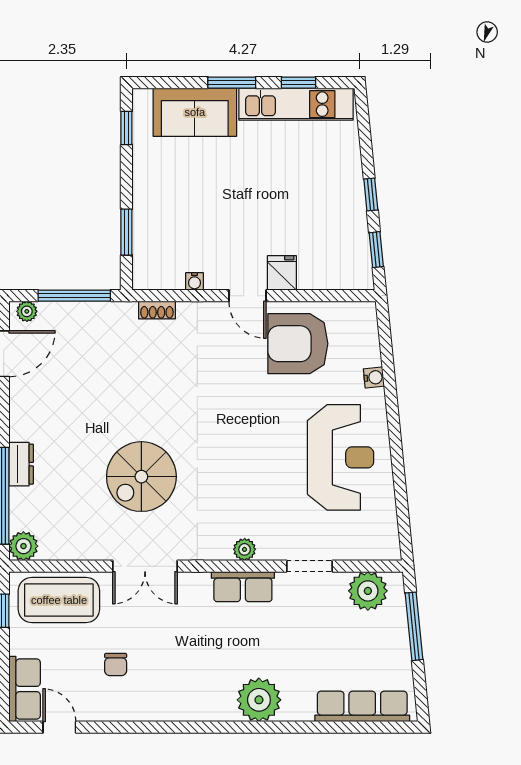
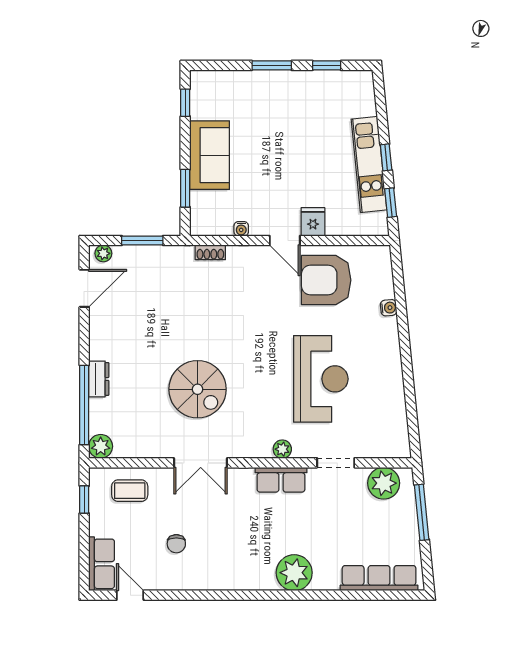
kitchen unit: (296, 104) -> (369, 165), moved, turned 84
sofa: (195, 112) -> (210, 155), moved, turned -90
window: (74, 296) -> (142, 240), width x0.69
reception desk: (340, 457) -> (321, 379), moved
spiral stairs: (141, 477) -> (198, 389), turned -90
coffee table: (59, 600) -> (130, 491), width x0.54, depth x0.58

